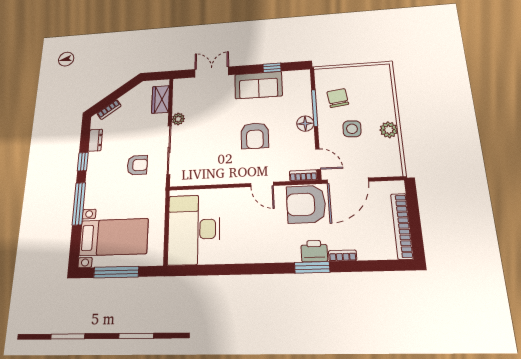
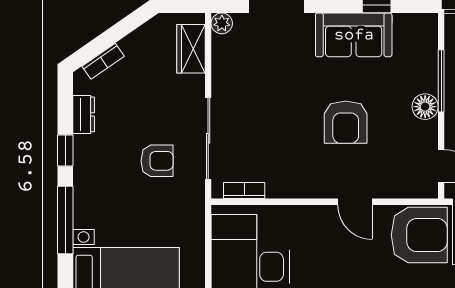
plant: (178, 119) -> (222, 23), moved
bookcase: (303, 175) -> (244, 191), moved
armchair: (306, 204) -> (419, 235), turned 180

